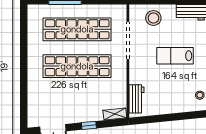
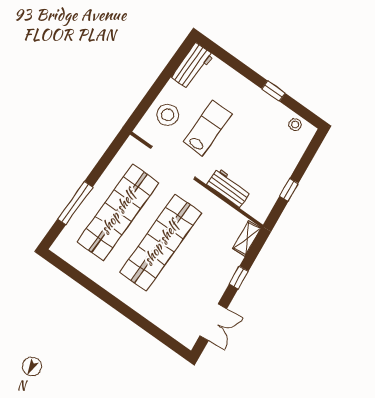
lab bench: (175, 56) -> (208, 128), moved, turned 180
workbench: (136, 99) -> (229, 188), moved
window: (160, 118) -> (289, 190), added

